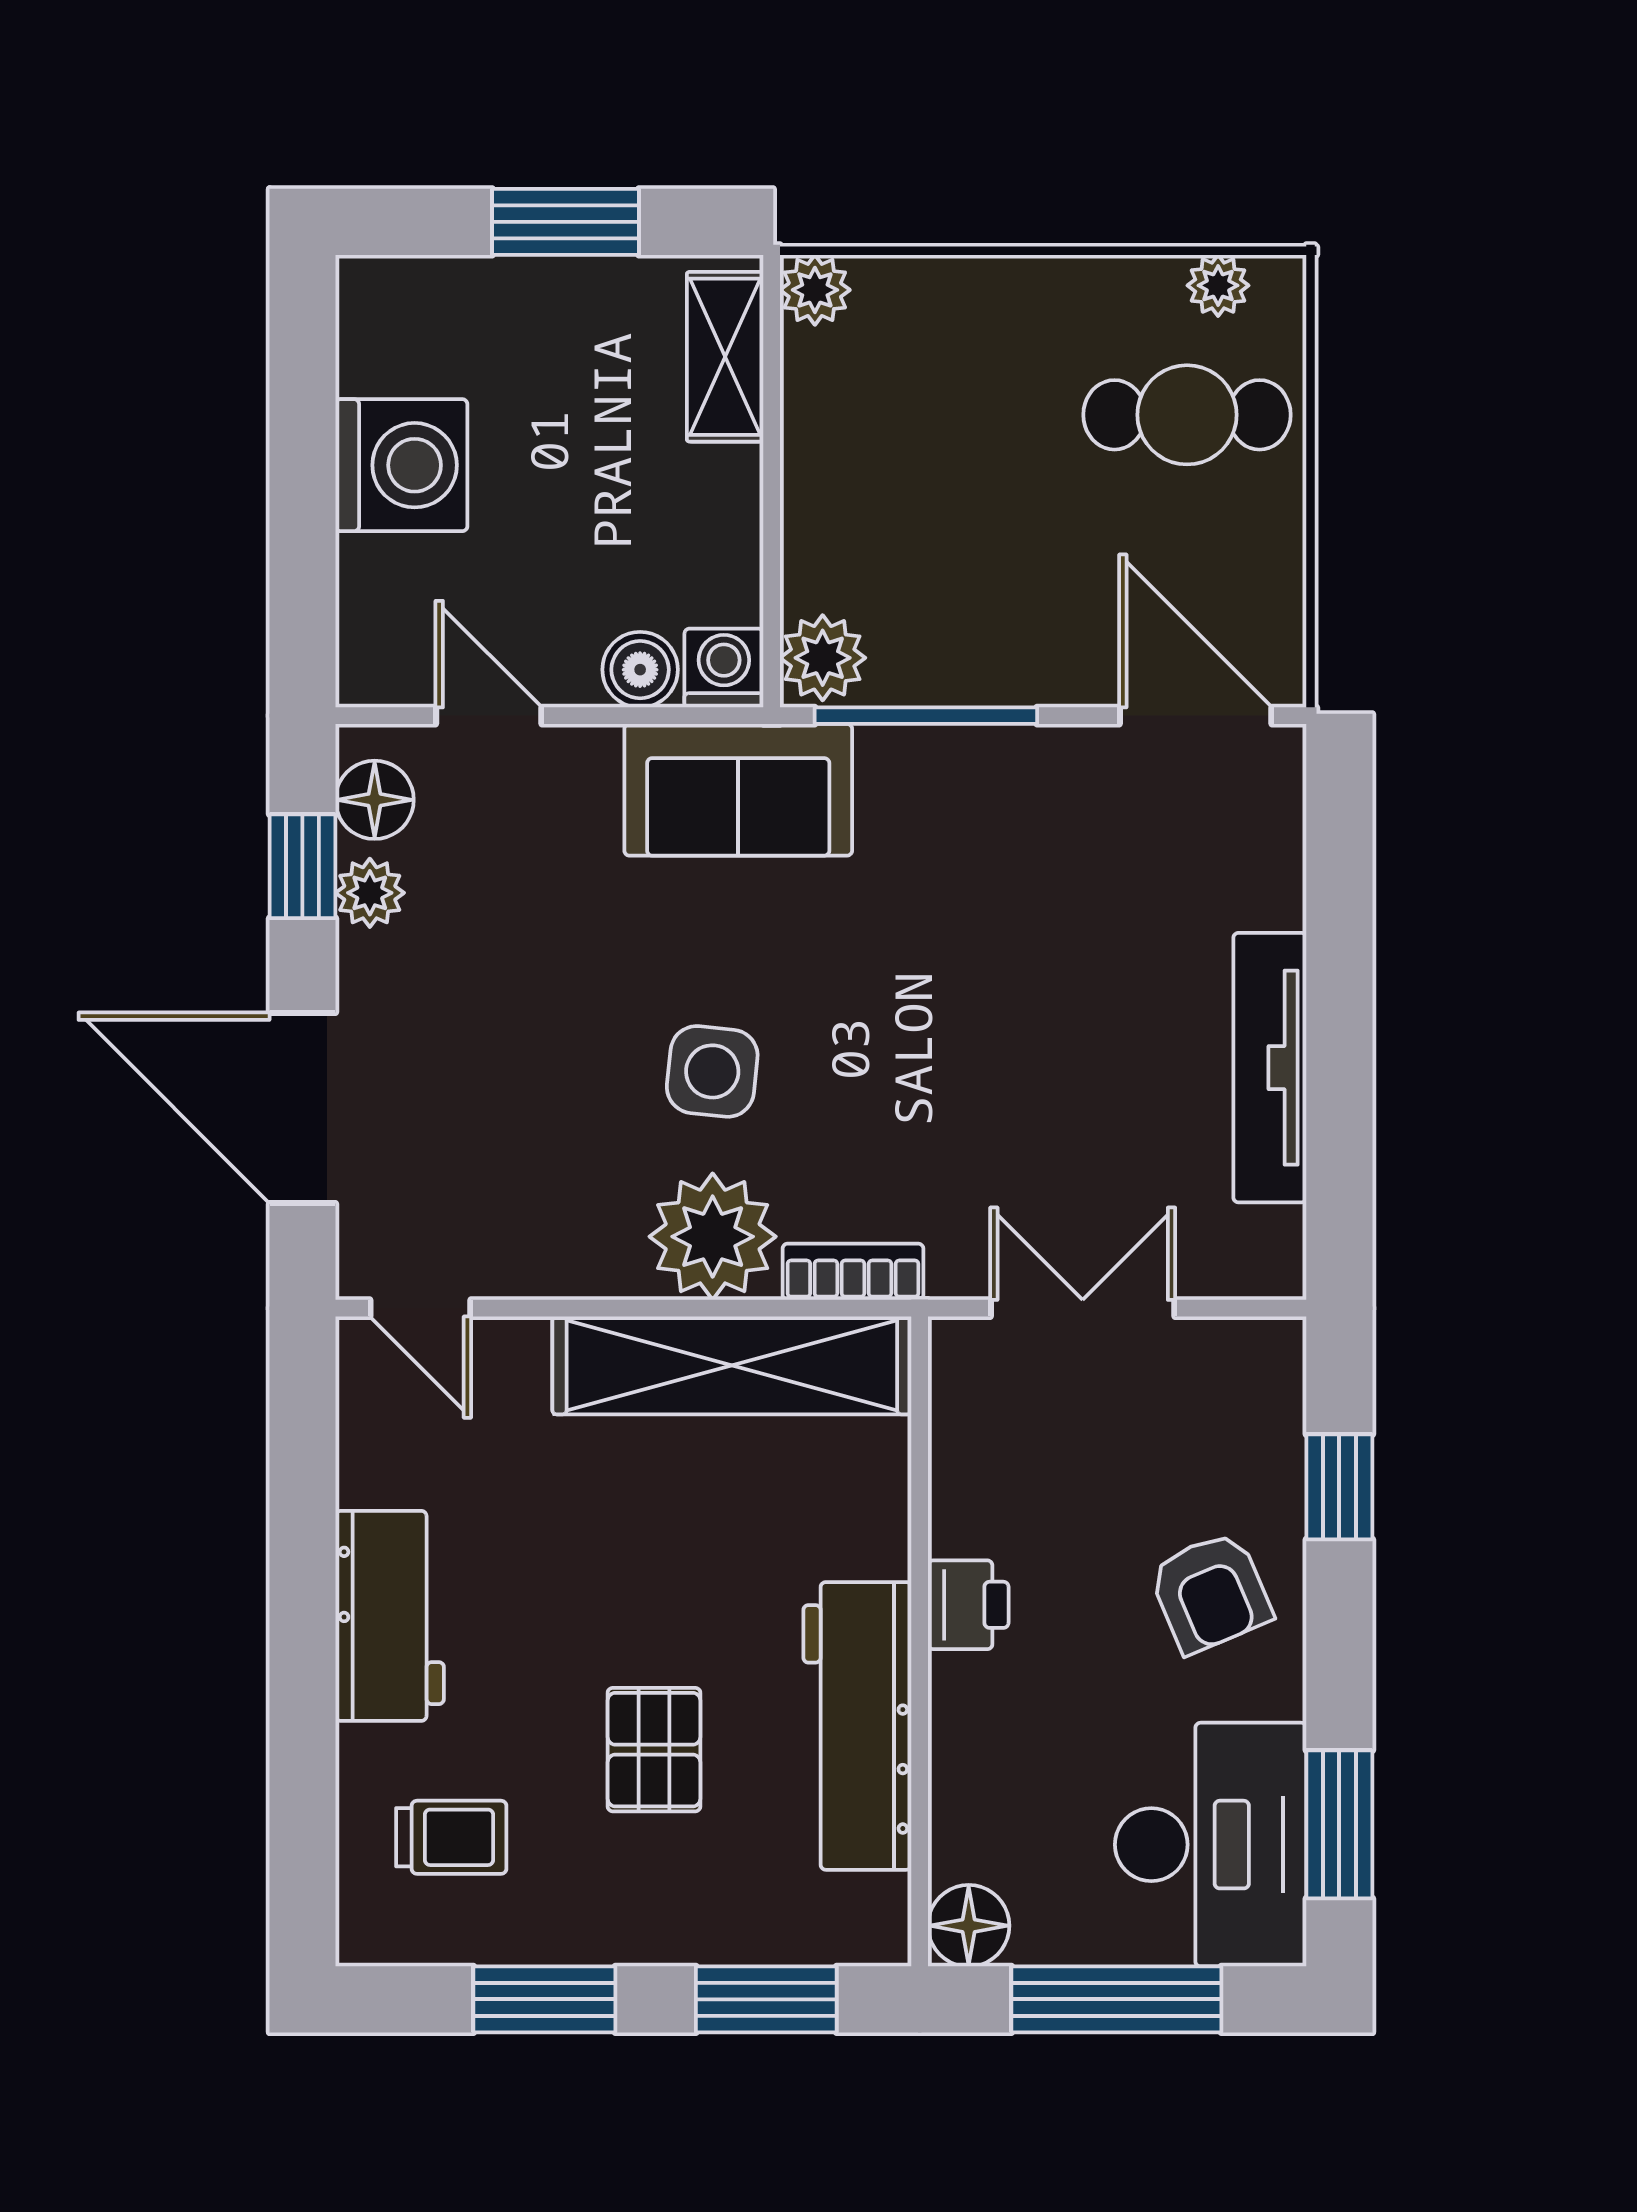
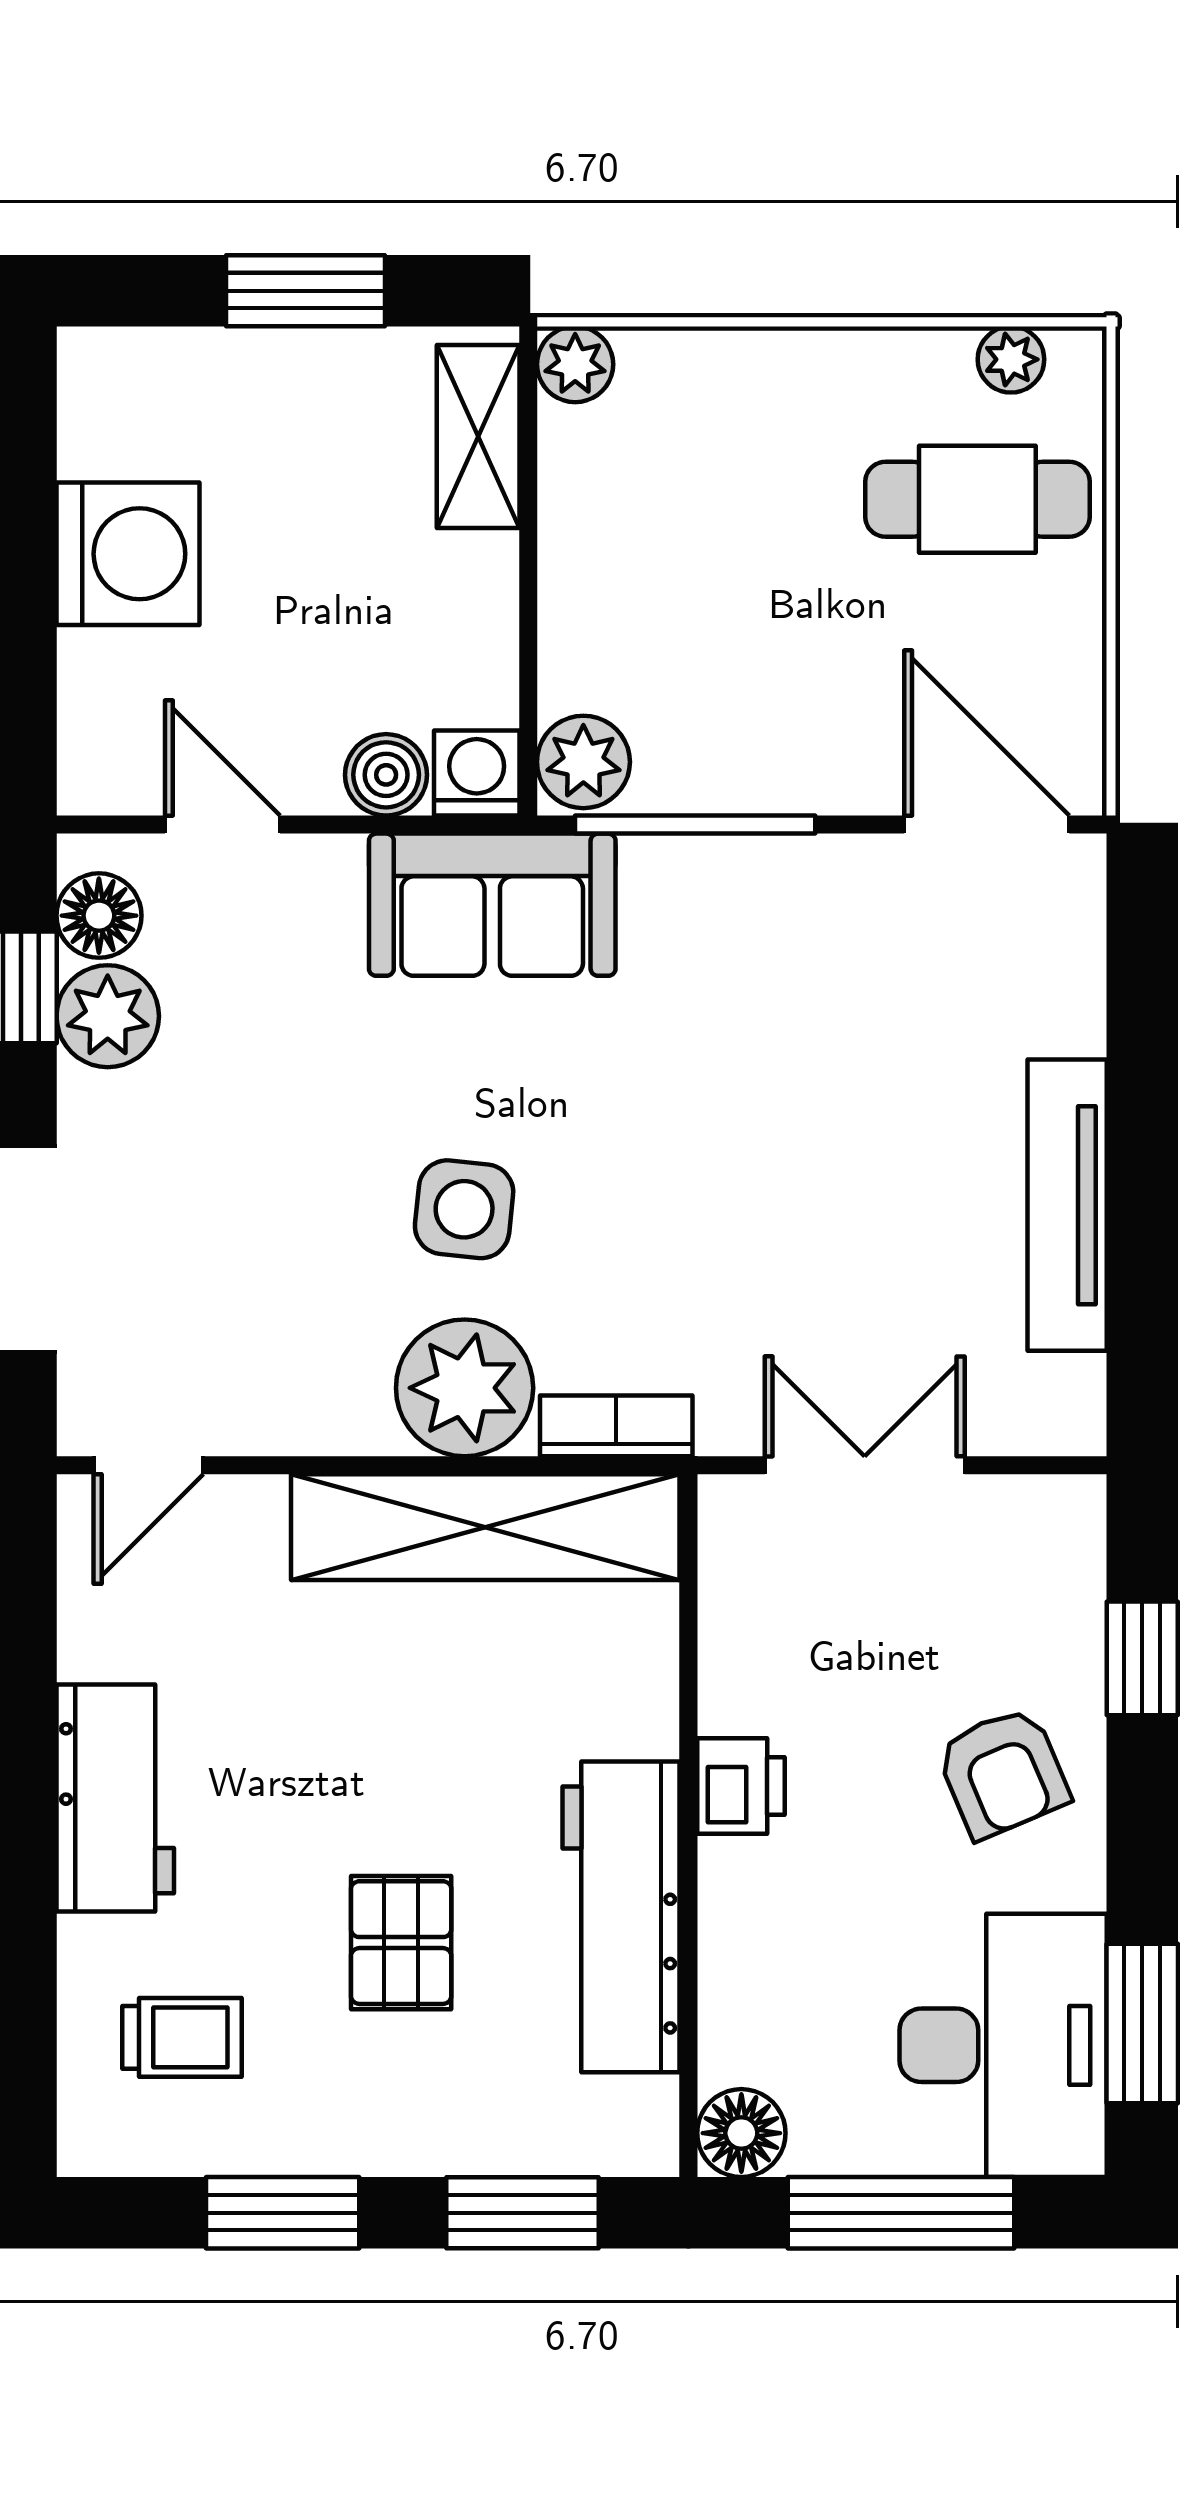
plant: (370, 893) -> (108, 1016), width x1.38, depth x1.38
door: (420, 1308) -> (148, 1465), hinge flipped

